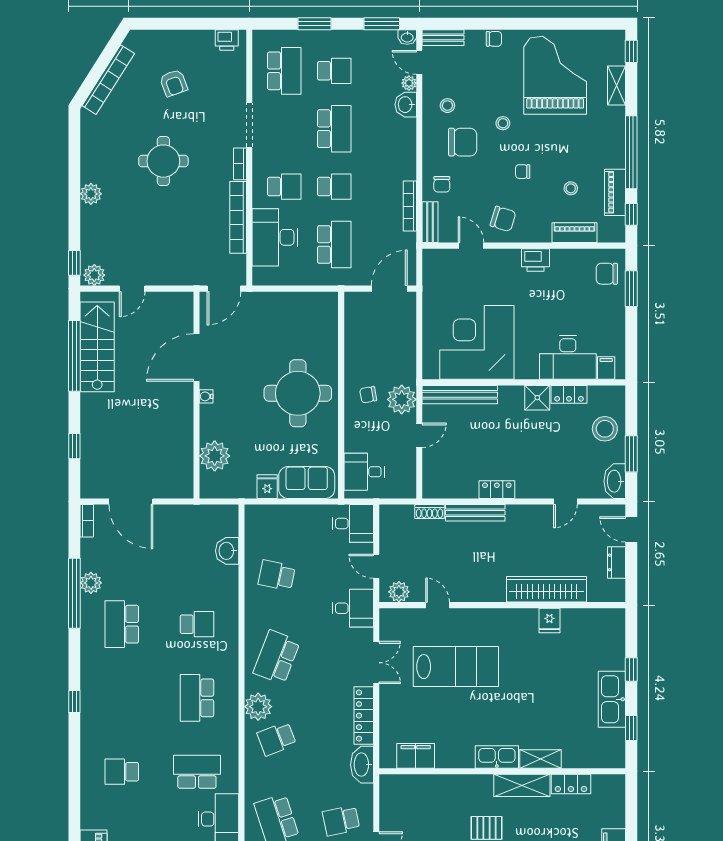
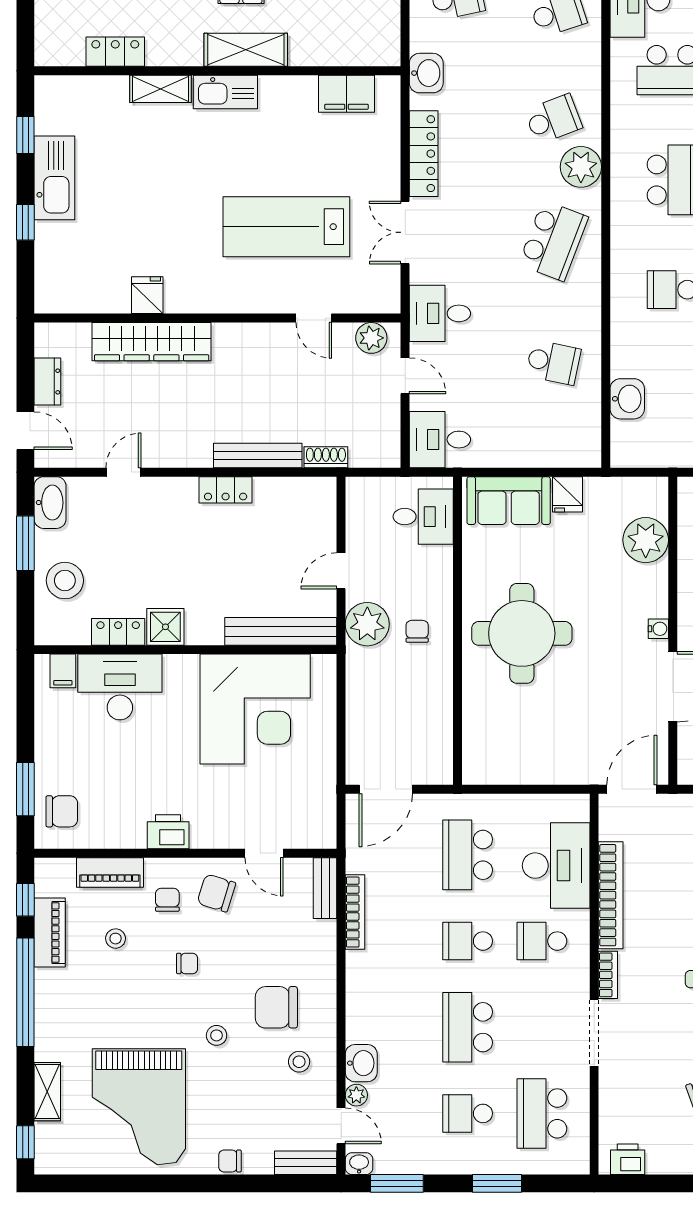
chair: (442, 184) -> (167, 900), moved
chair: (368, 395) -> (417, 631), turned -80
washbasin: (362, 765) -> (426, 73), width x0.72
shelving: (522, 785) -> (246, 50), moved

